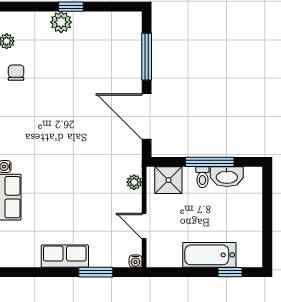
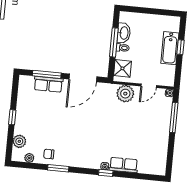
plant: (61, 22) -> (19, 141), moved
plant: (134, 182) -> (125, 94), width x1.88, depth x1.88
row of seats: (65, 256) -> (48, 84), moved, turned -90
window: (96, 272) -> (174, 118), width x1.44
window: (230, 272) -> (181, 47), moved

